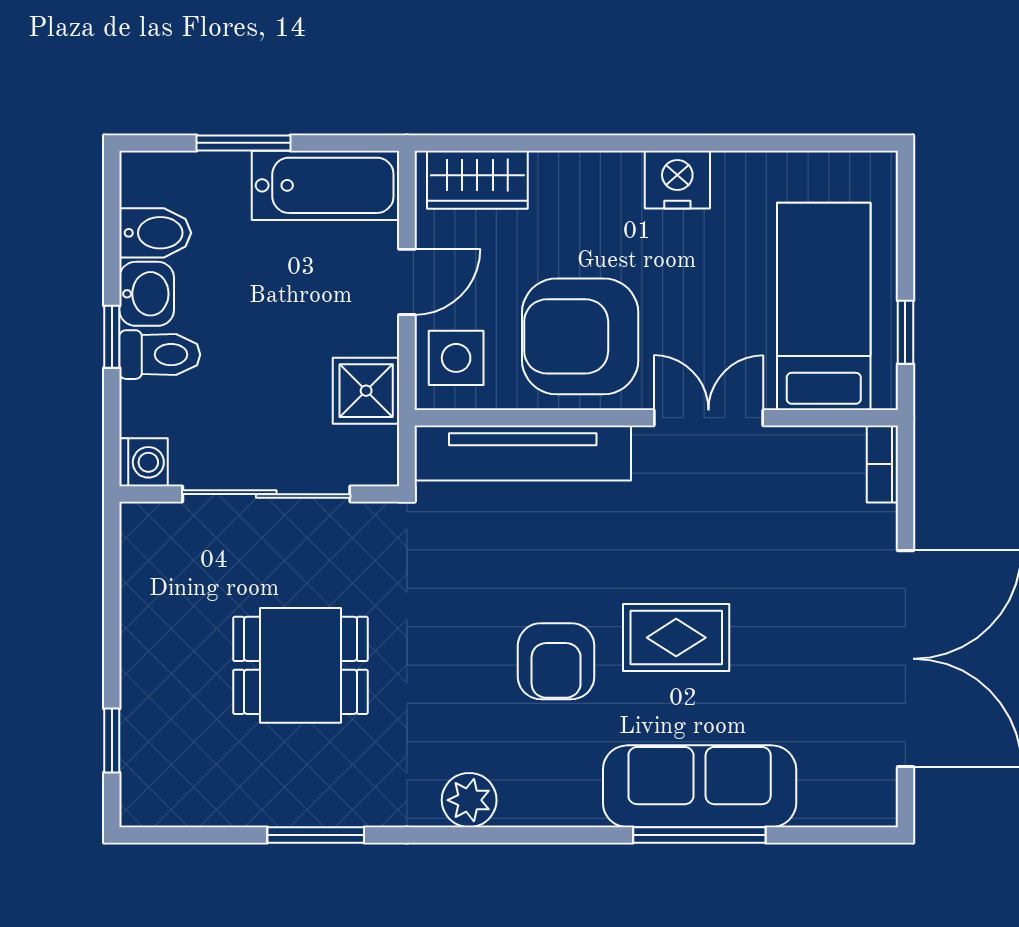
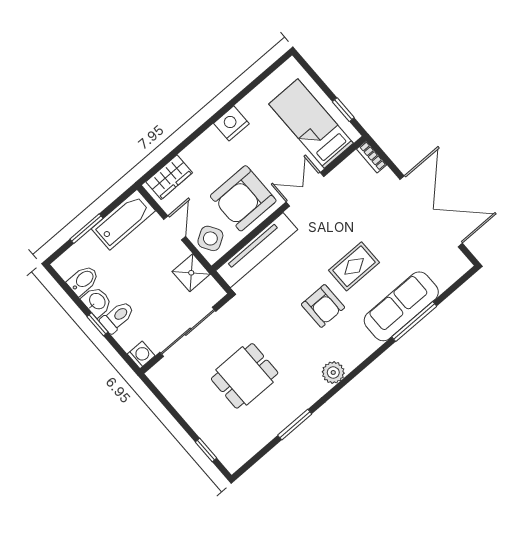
side table: (456, 358) -> (210, 238), turned -31

